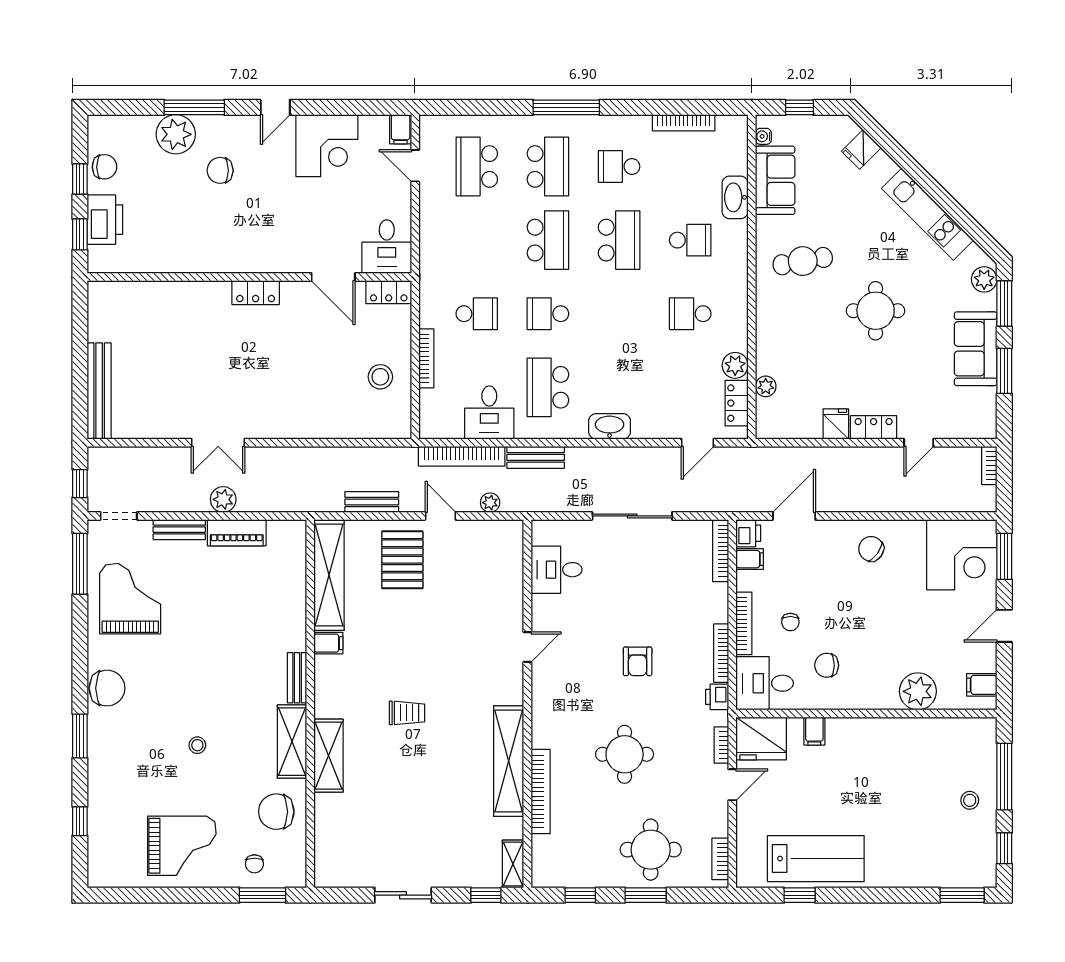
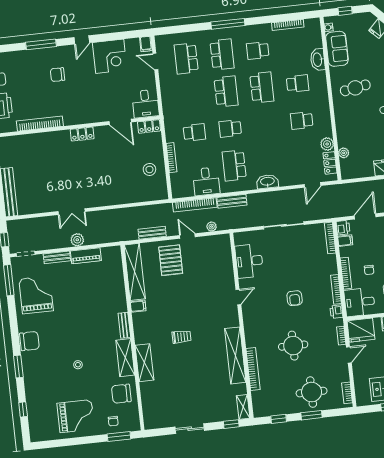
plant: (176, 134) -> (33, 59), removed
bookcase: (175, 263) -> (40, 124), added
desk: (557, 570) -> (249, 261), width x1.37

